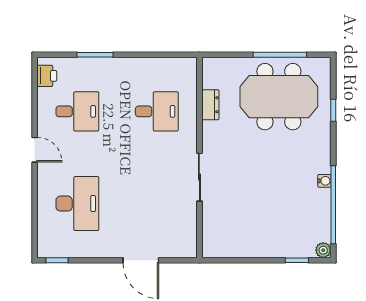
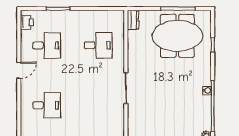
dresser: (210, 105) -> (133, 20), moved
door: (35, 150) -> (19, 70), hinge flipped
desk: (77, 204) -> (47, 105), width x0.73

